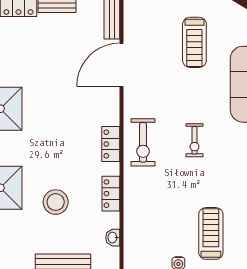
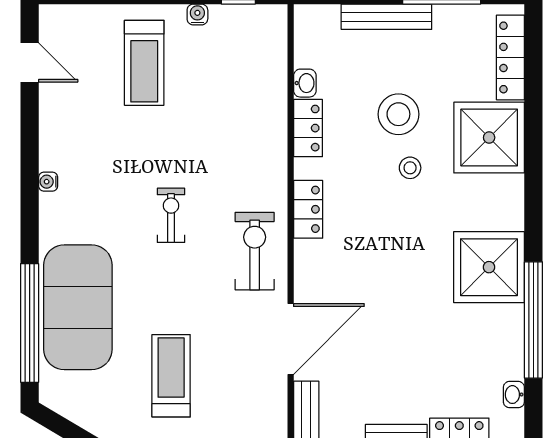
exercise bike: (143, 142) -> (255, 251), moved
stool: (49, 169) -> (410, 168), added
washbasin: (113, 238) -> (305, 83), moved

